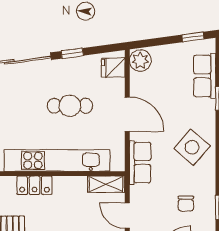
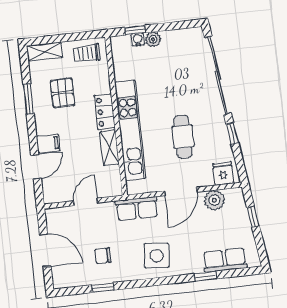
window: (193, 37) -> (253, 217), moved
plant: (140, 60) -> (214, 200), moved
side table: (192, 147) -> (157, 256), turned -35
shelving: (106, 184) -> (110, 148), moved

